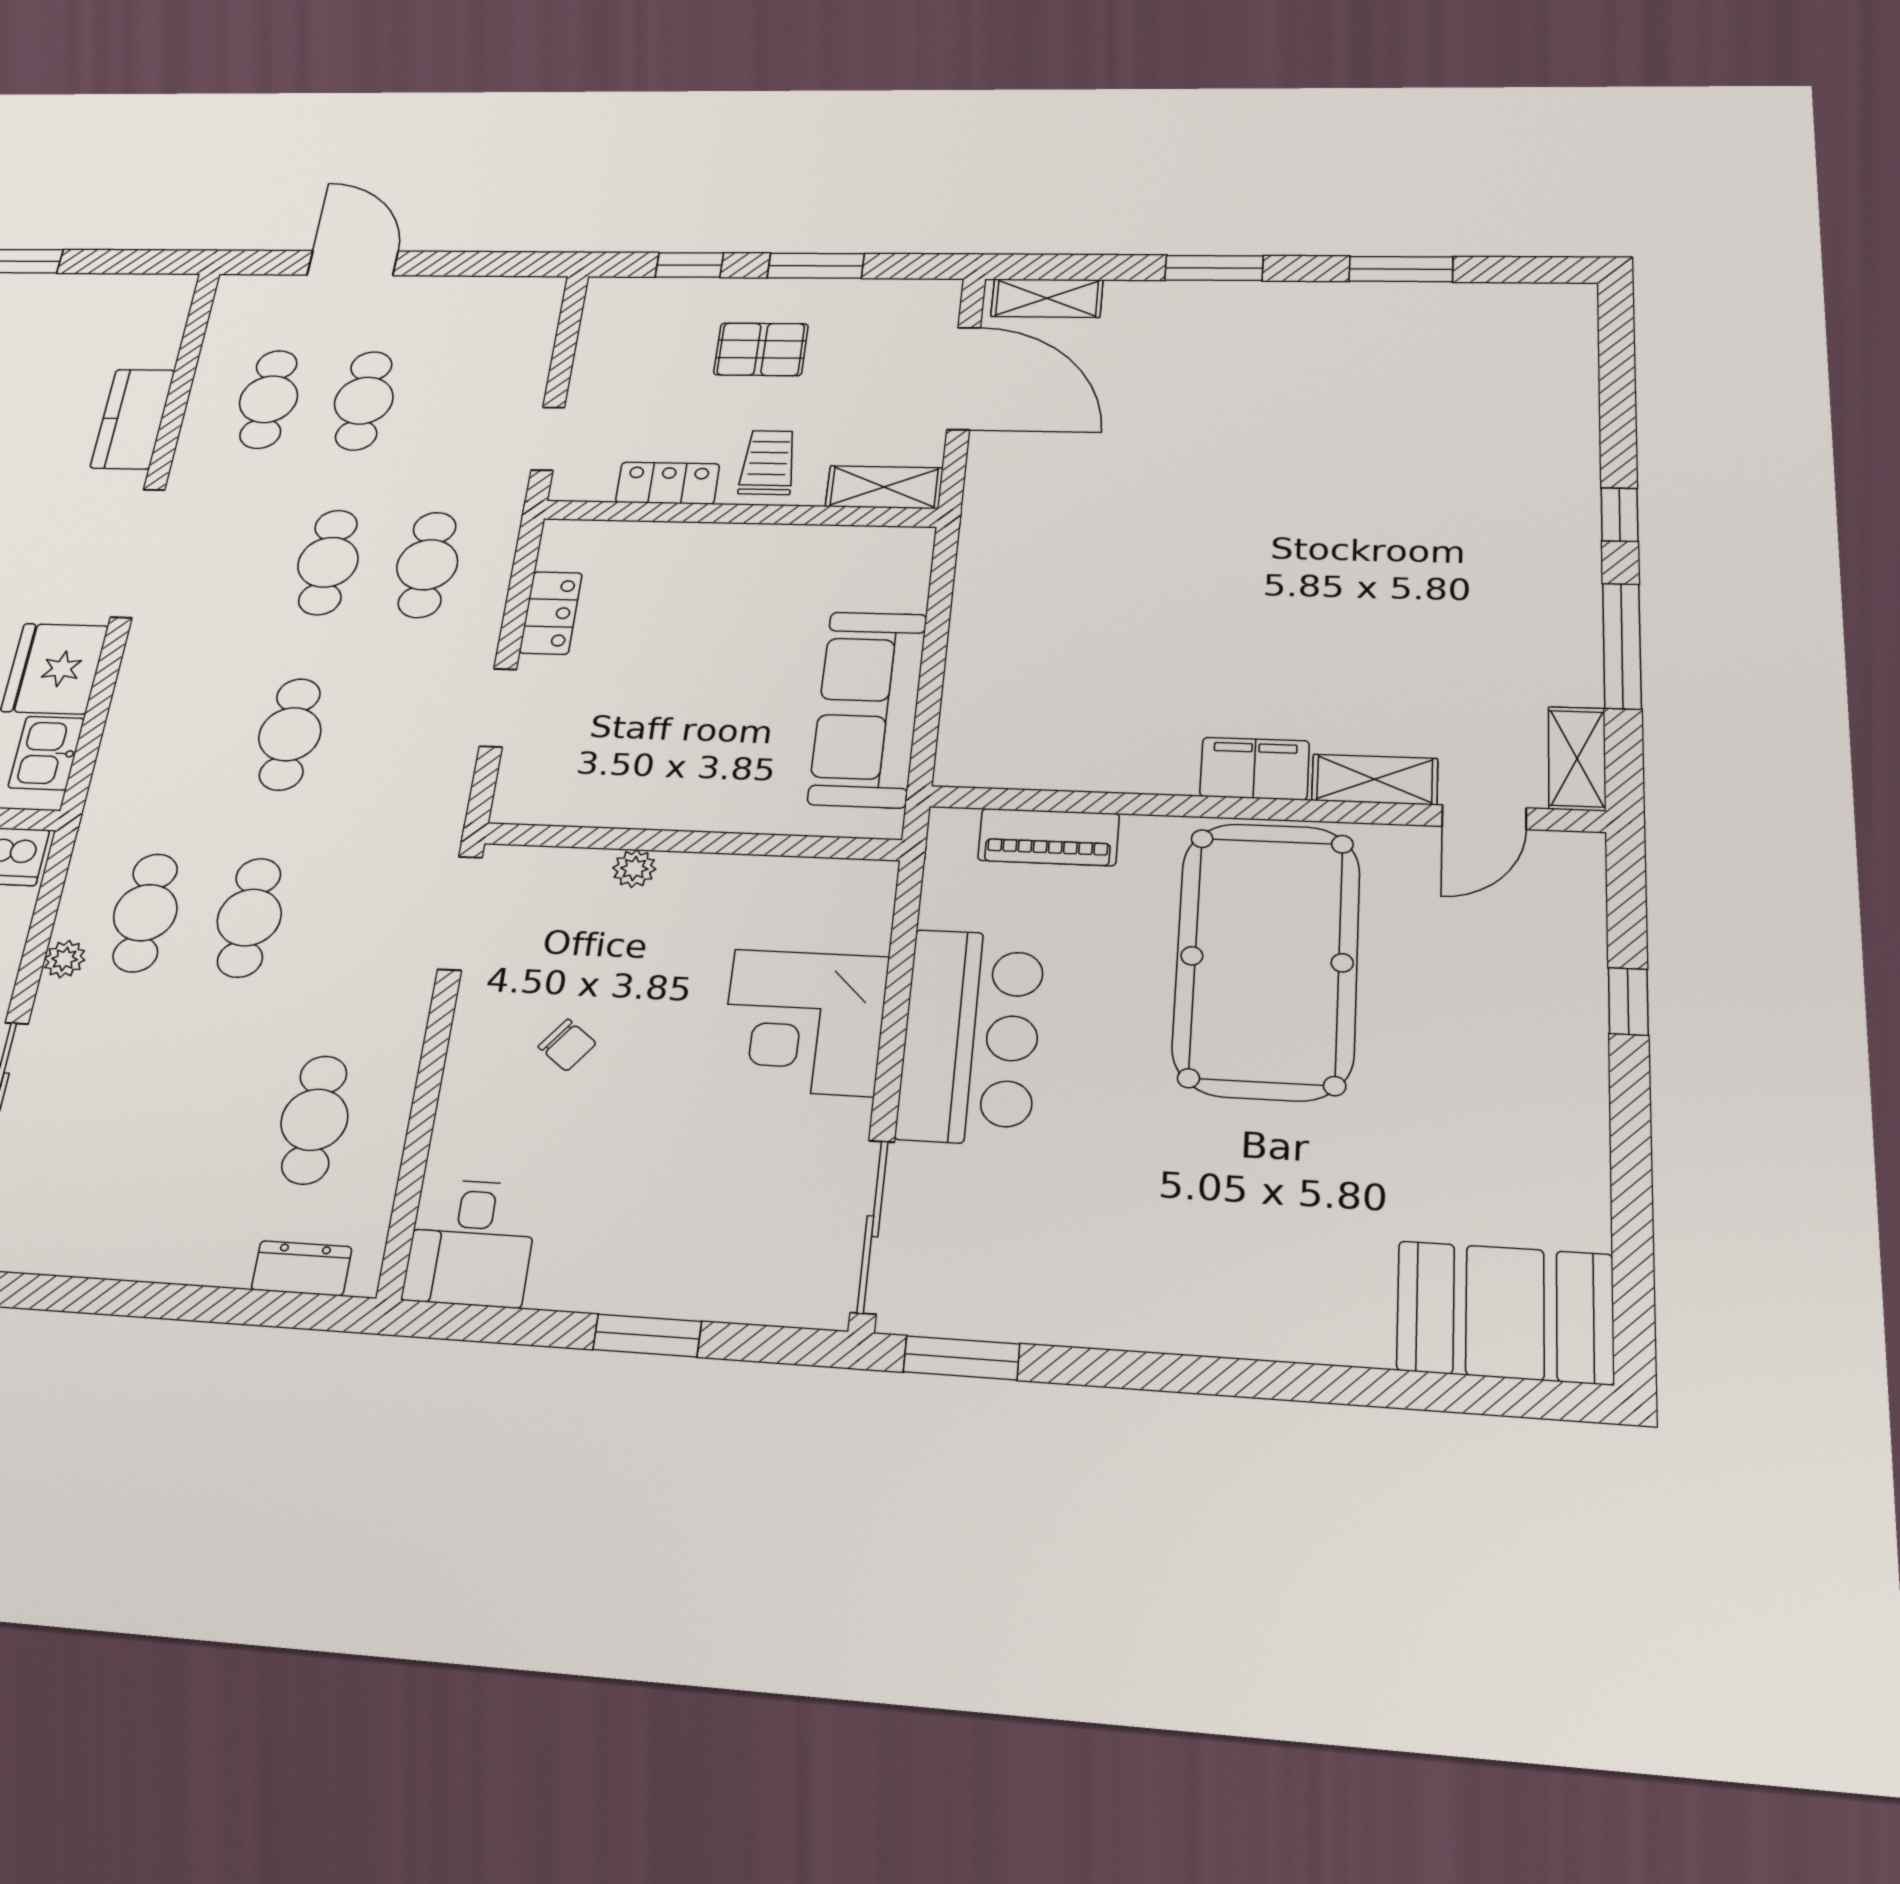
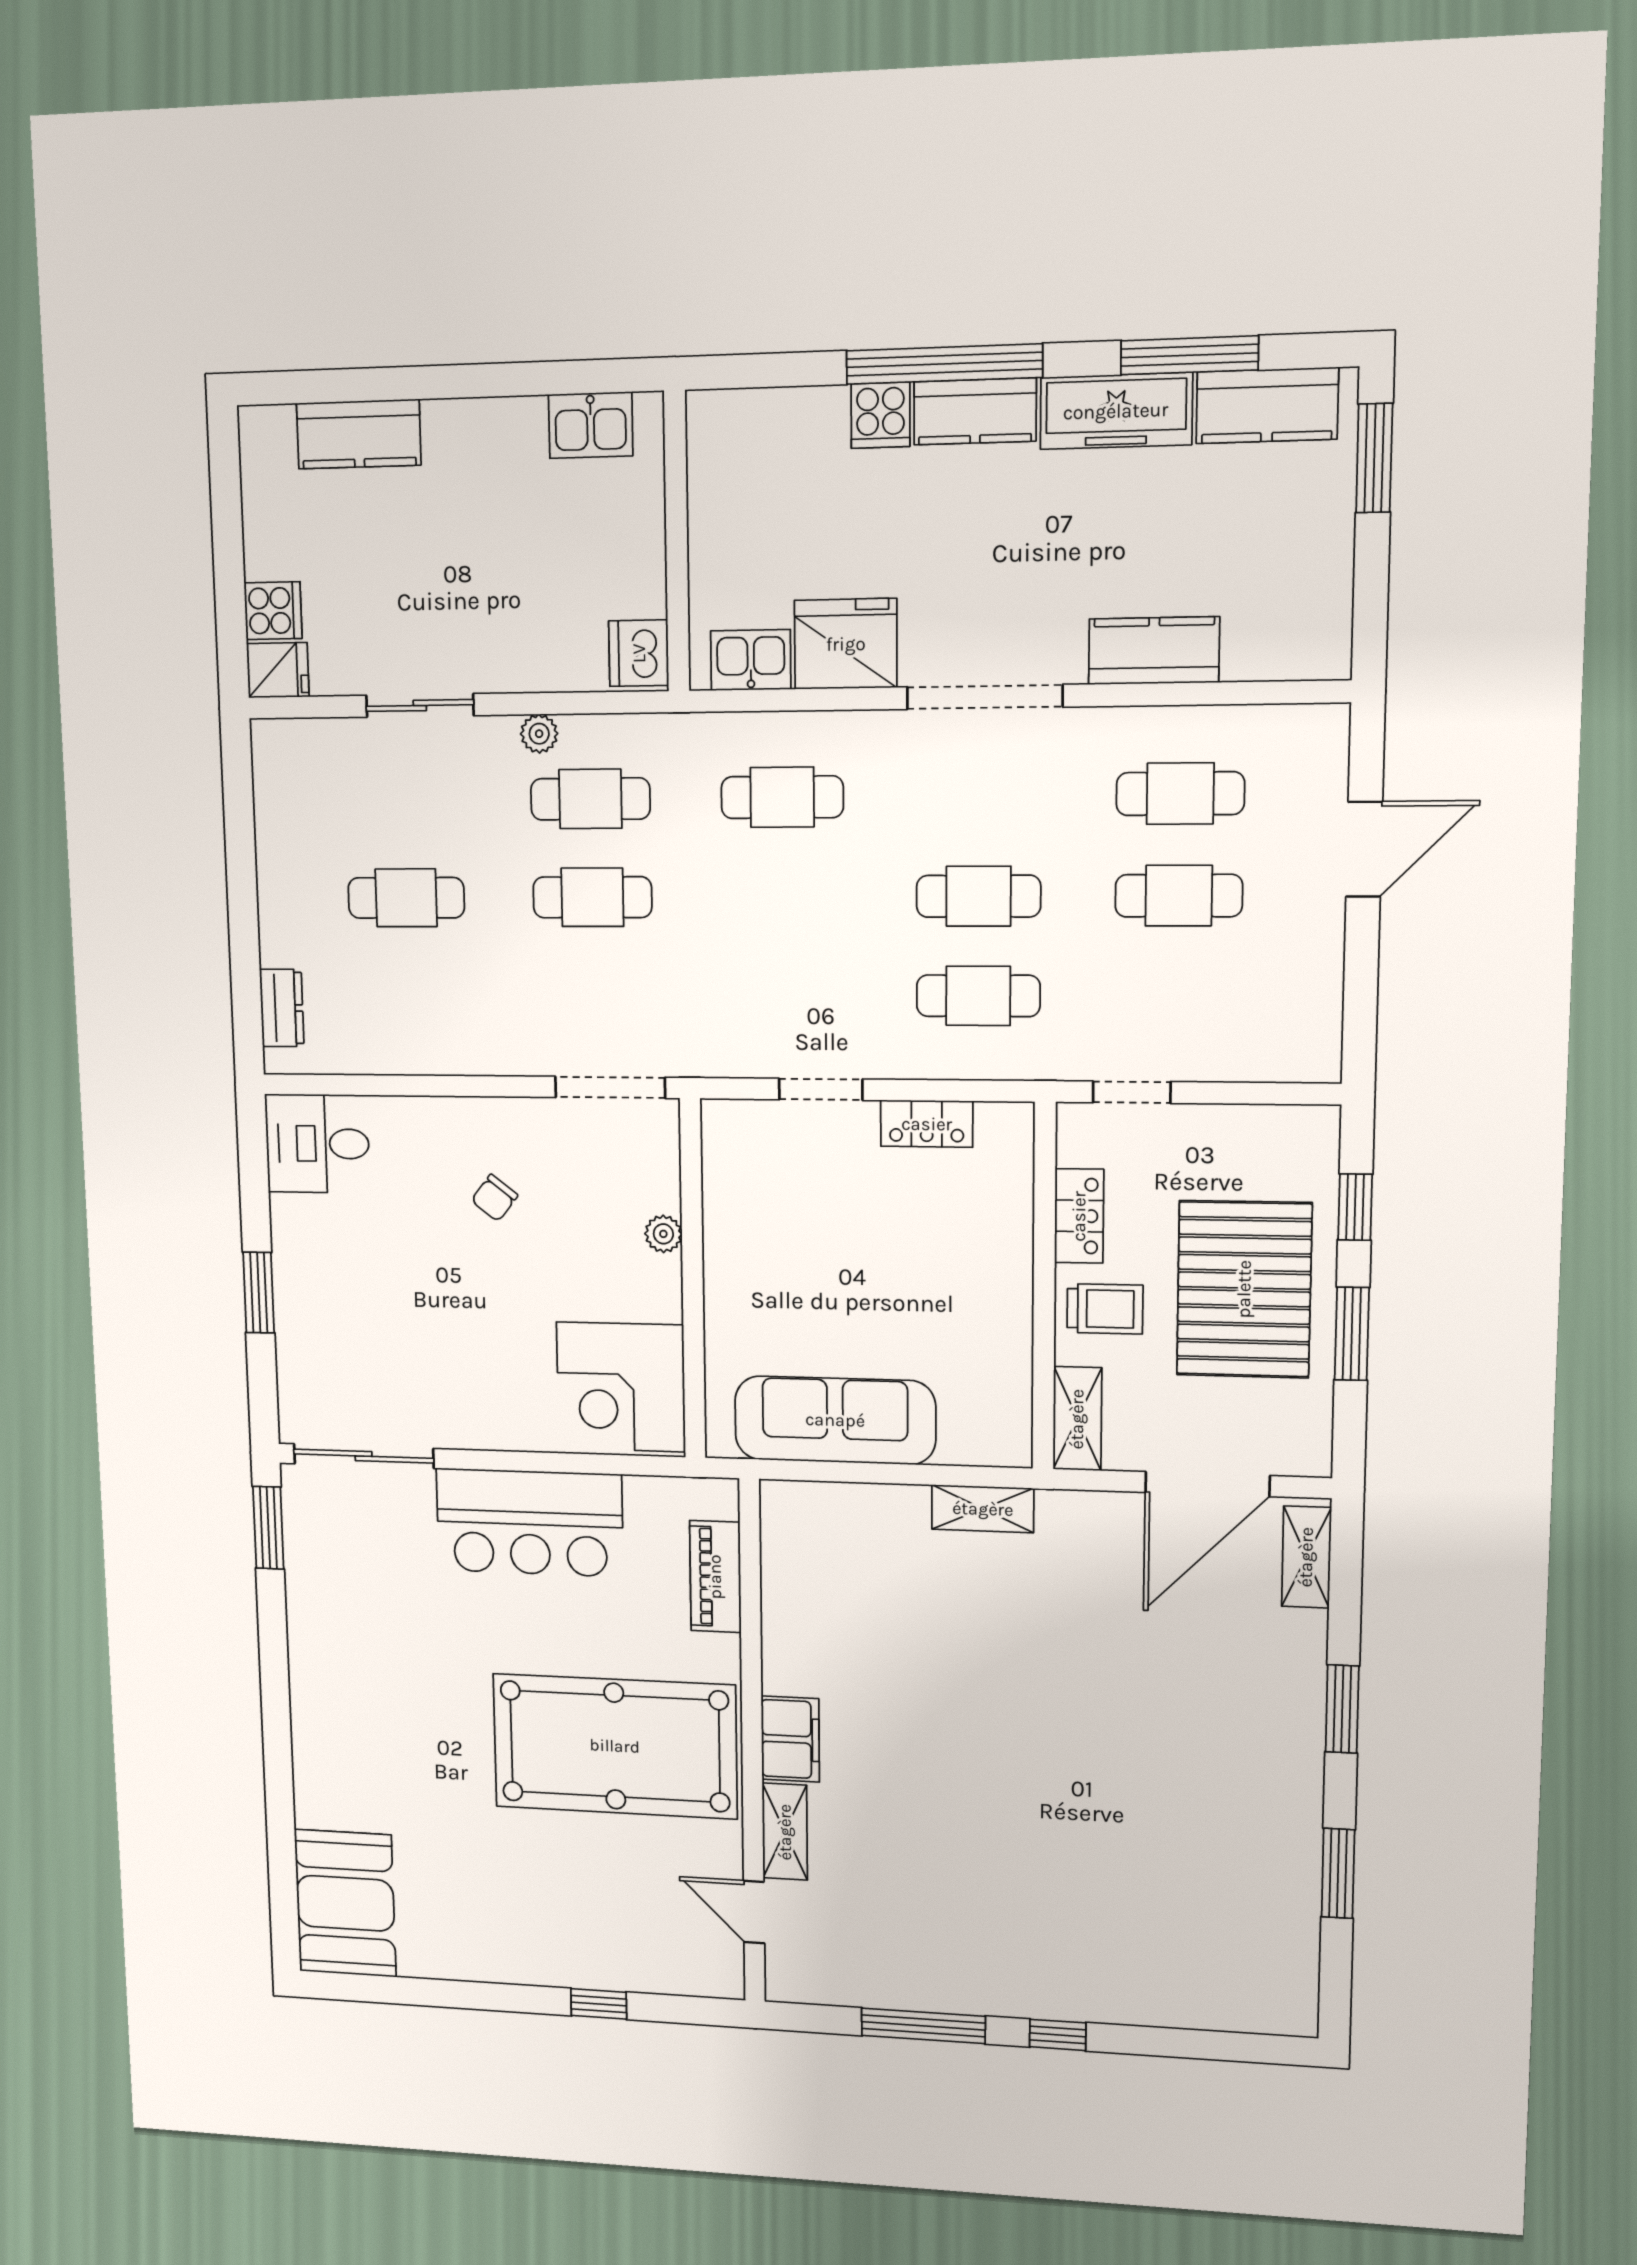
pallet: (761, 349) -> (1244, 1289), width x2.05, depth x2.00
cafe table: (290, 734) -> (782, 797), moved
shelving: (1577, 759) -> (983, 1509), moved
corner desk: (804, 1022) -> (621, 1387), moved, turned -90
cafe table: (314, 1120) -> (406, 898), moved

